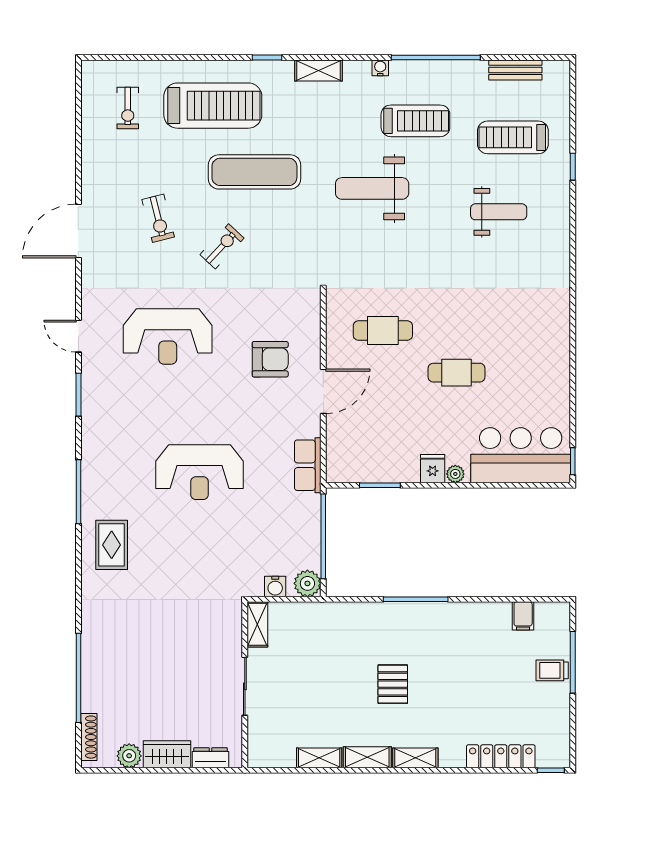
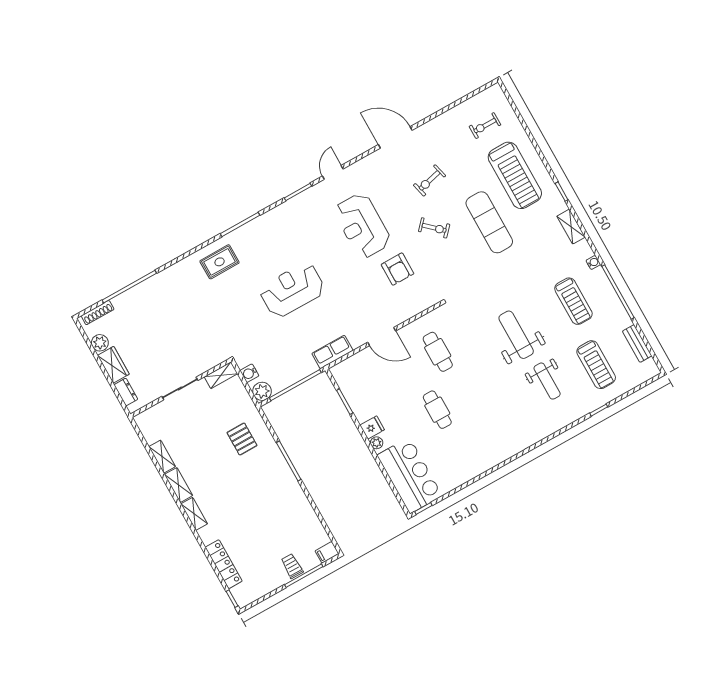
treadmill: (513, 137) -> (596, 365), turned 180
weight bench: (372, 188) -> (516, 335), moved
armchair: (270, 359) -> (397, 269), moved
reception desk: (200, 472) -> (292, 290), turned 90
filing cabinet: (523, 616) -> (327, 552), moved
pallet: (393, 684) -> (242, 439), moved, turned 90

